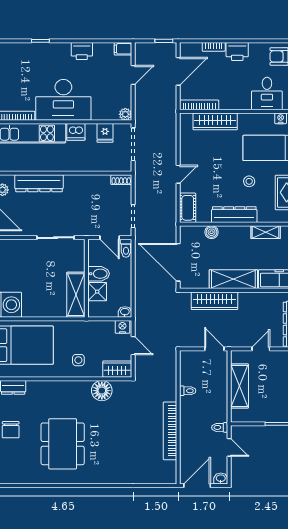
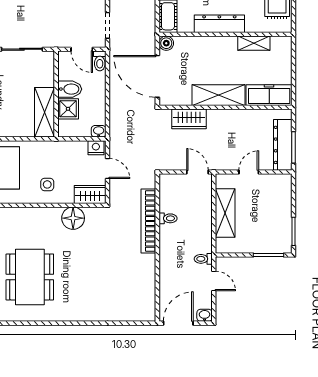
boiler: (212, 232) -> (166, 43), moved
wardrobe: (214, 301) -> (189, 119), width x0.67
bookcase: (170, 431) -> (148, 221), moved

